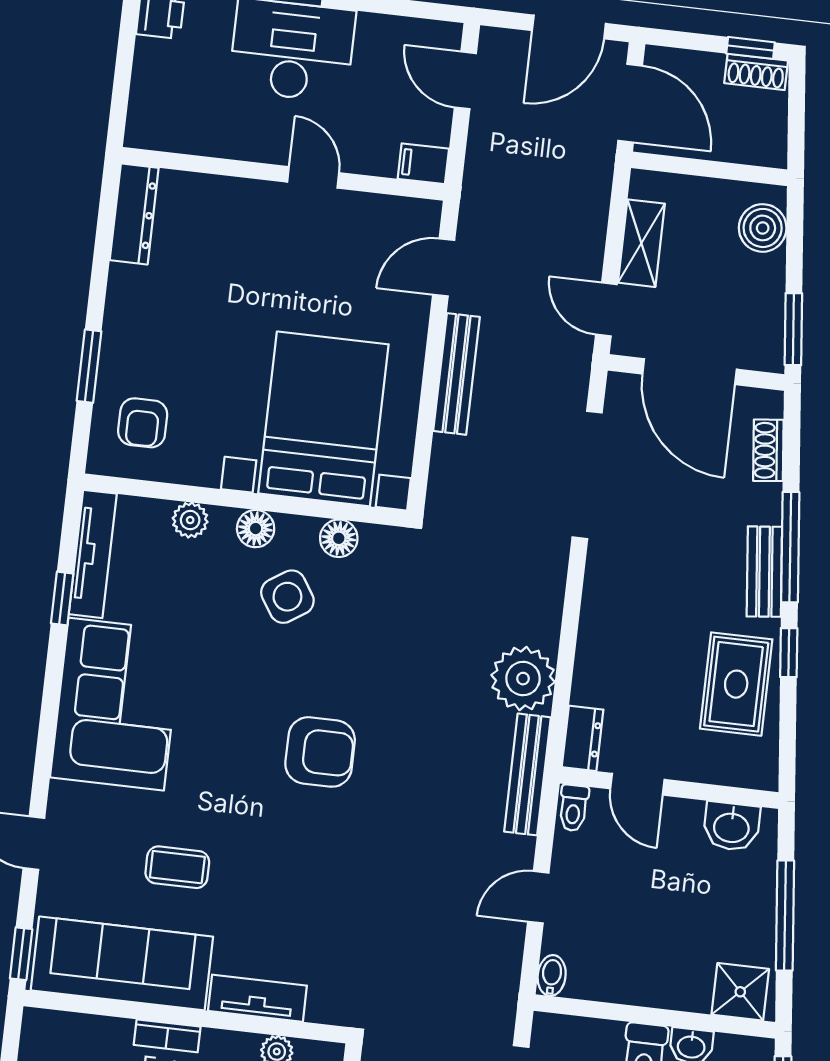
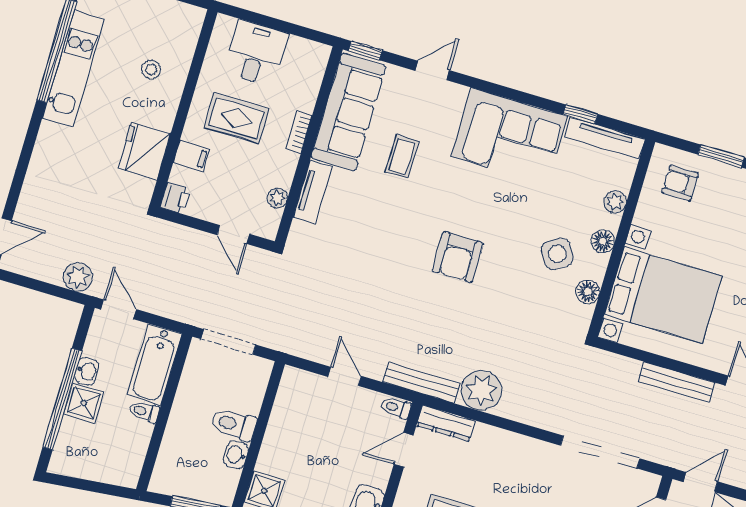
dresser: (583, 738) -> (446, 423), width x1.44
bidet: (552, 976) -> (295, 376), removed

